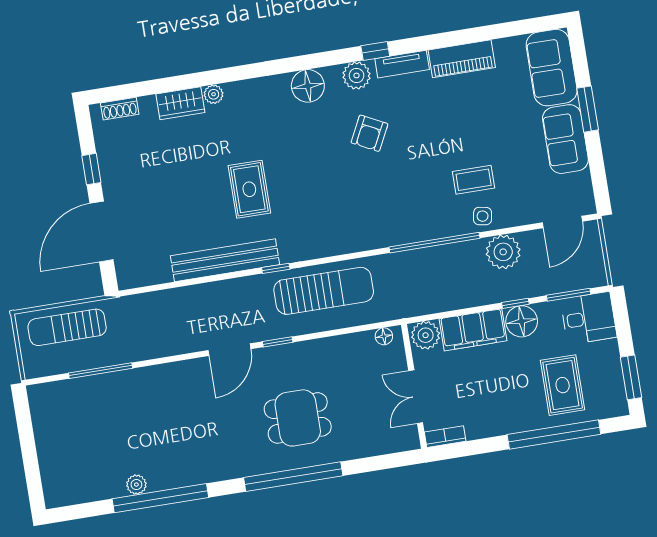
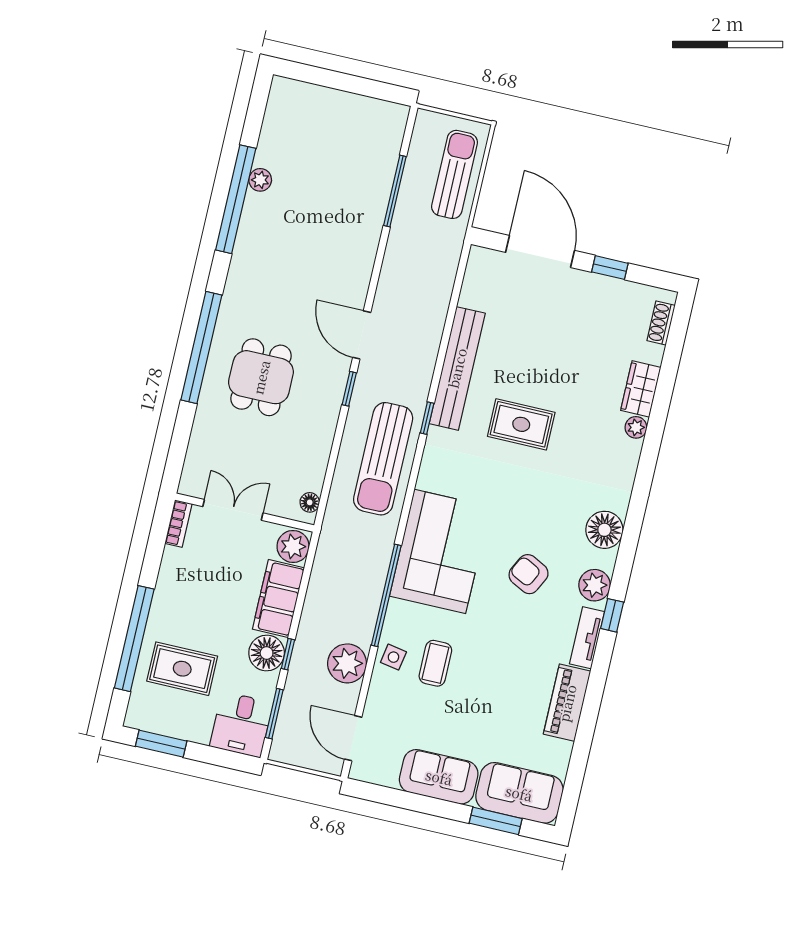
window: (588, 109) -> (496, 821), moved
corner sofa: (381, 213) -> (440, 551), added

